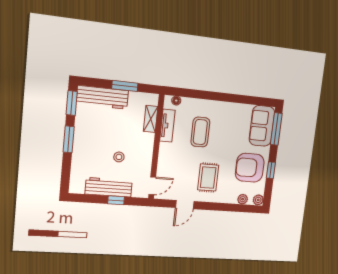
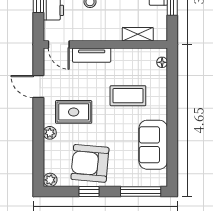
tv unit: (167, 126) -> (92, 55), moved
sofa: (262, 126) -> (153, 145), moved, turned -90
armchair: (250, 168) -> (90, 163), turned -85
plant: (243, 199) -> (50, 133), moved

